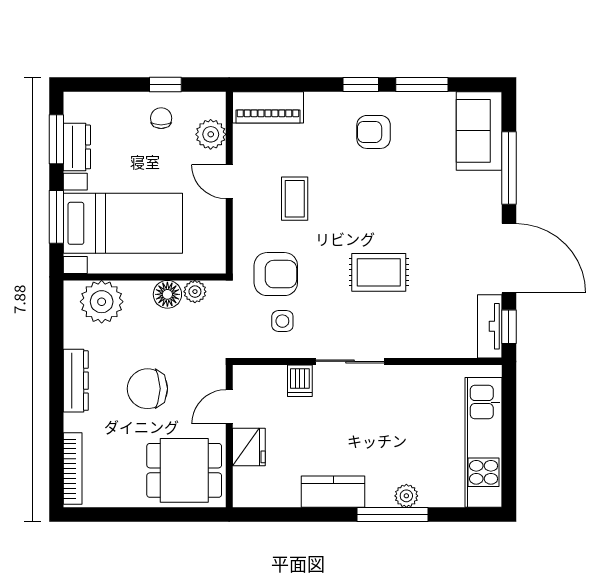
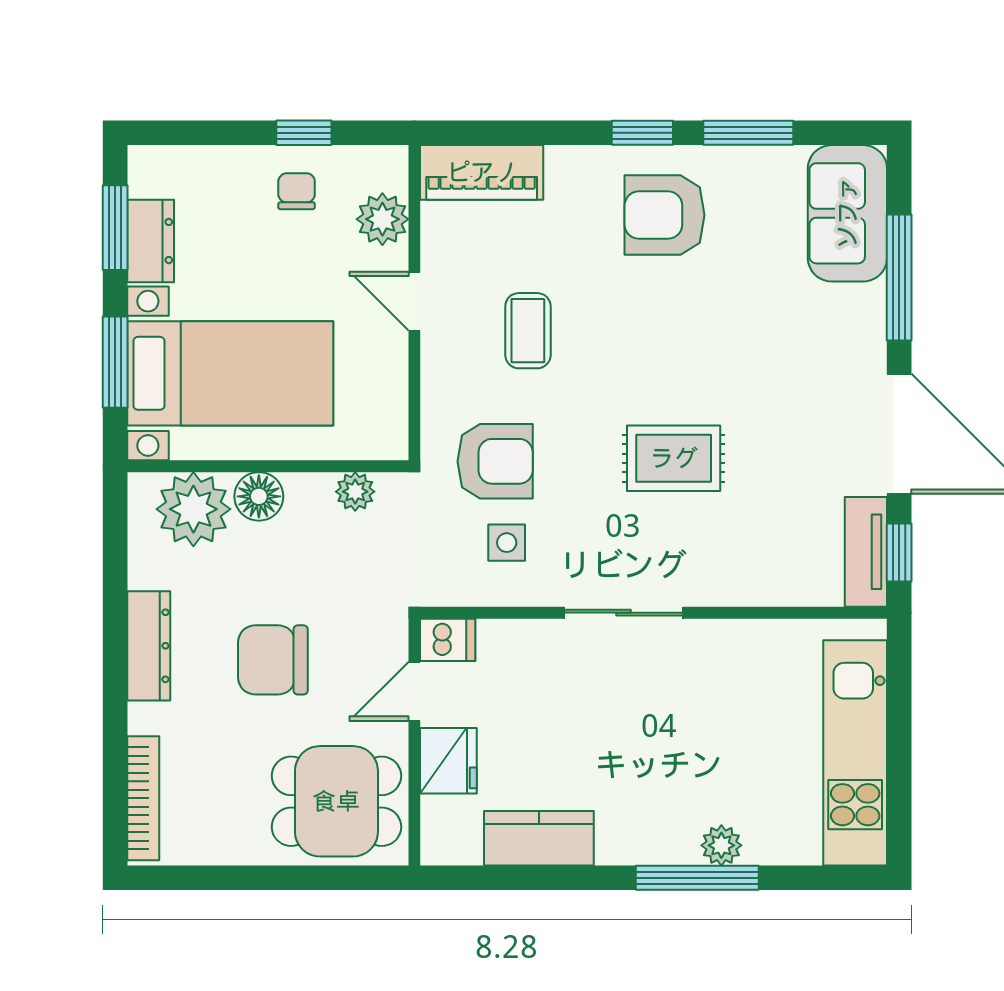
armchair: (374, 132) -> (665, 215), width x1.38, depth x1.38
floor lamp: (167, 294) -> (259, 496), moved
dishwasher: (300, 381) -> (448, 640), moved, turned -90
kitchen counter: (333, 492) -> (539, 838), moved

